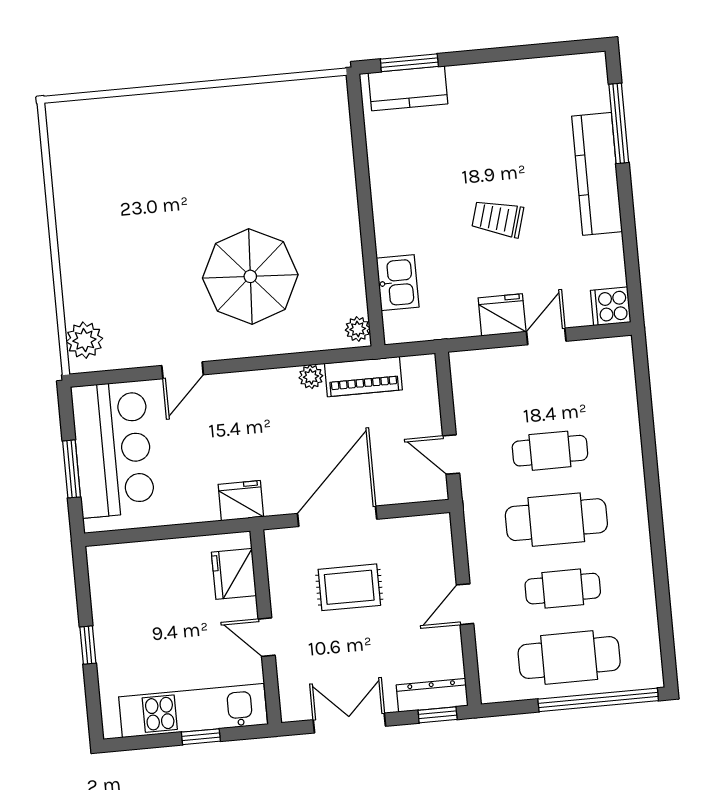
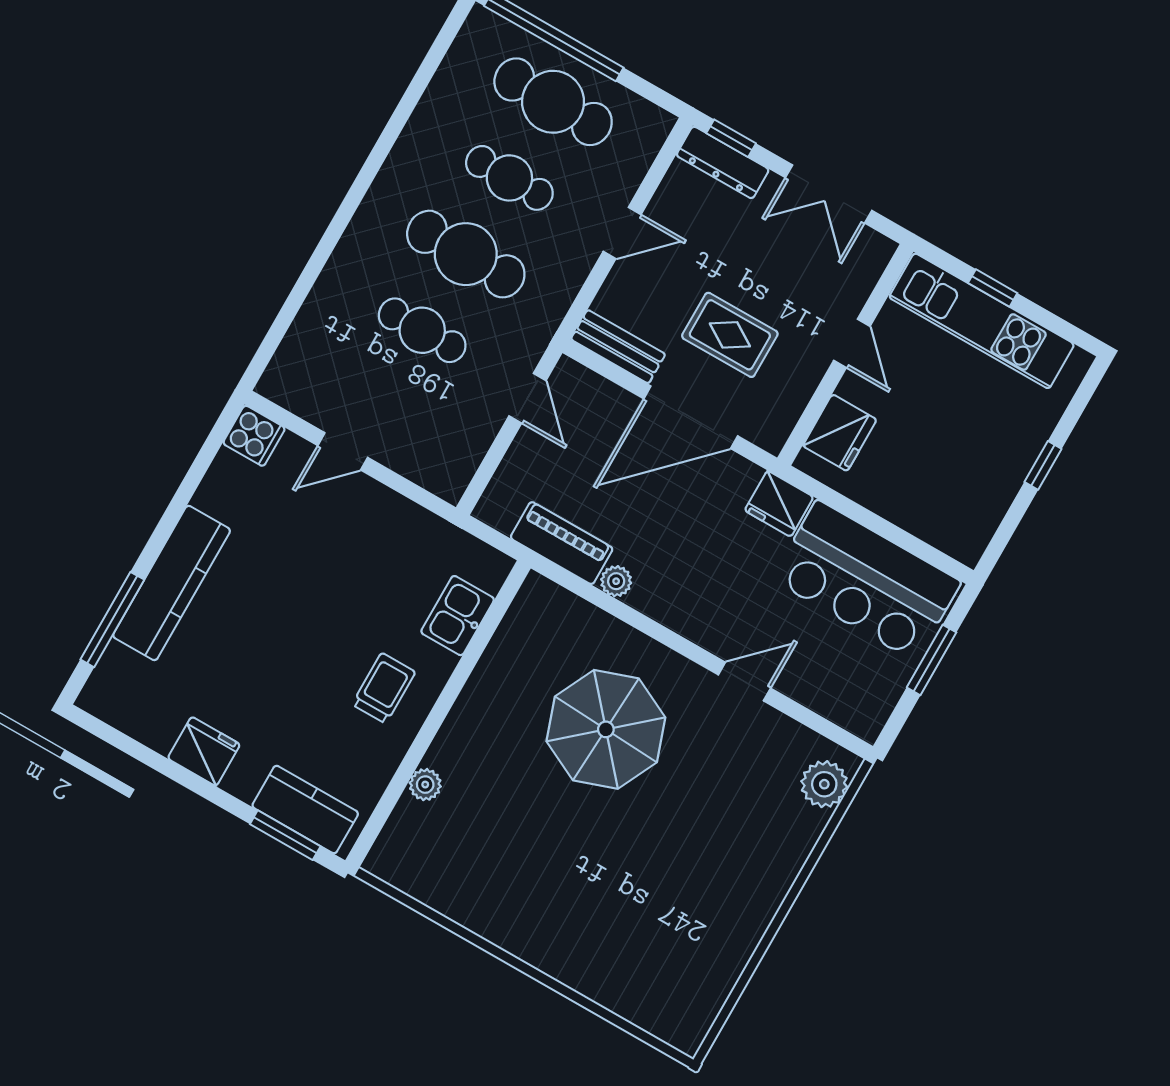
trolley: (498, 219) -> (384, 688), moved, turned -106
fridge: (502, 315) -> (204, 751), moved, turned 180
plant: (358, 329) -> (425, 785), moved
bar counter: (113, 449) -> (866, 581), moved, turned -90
bench: (416, 529) -> (618, 347), added

